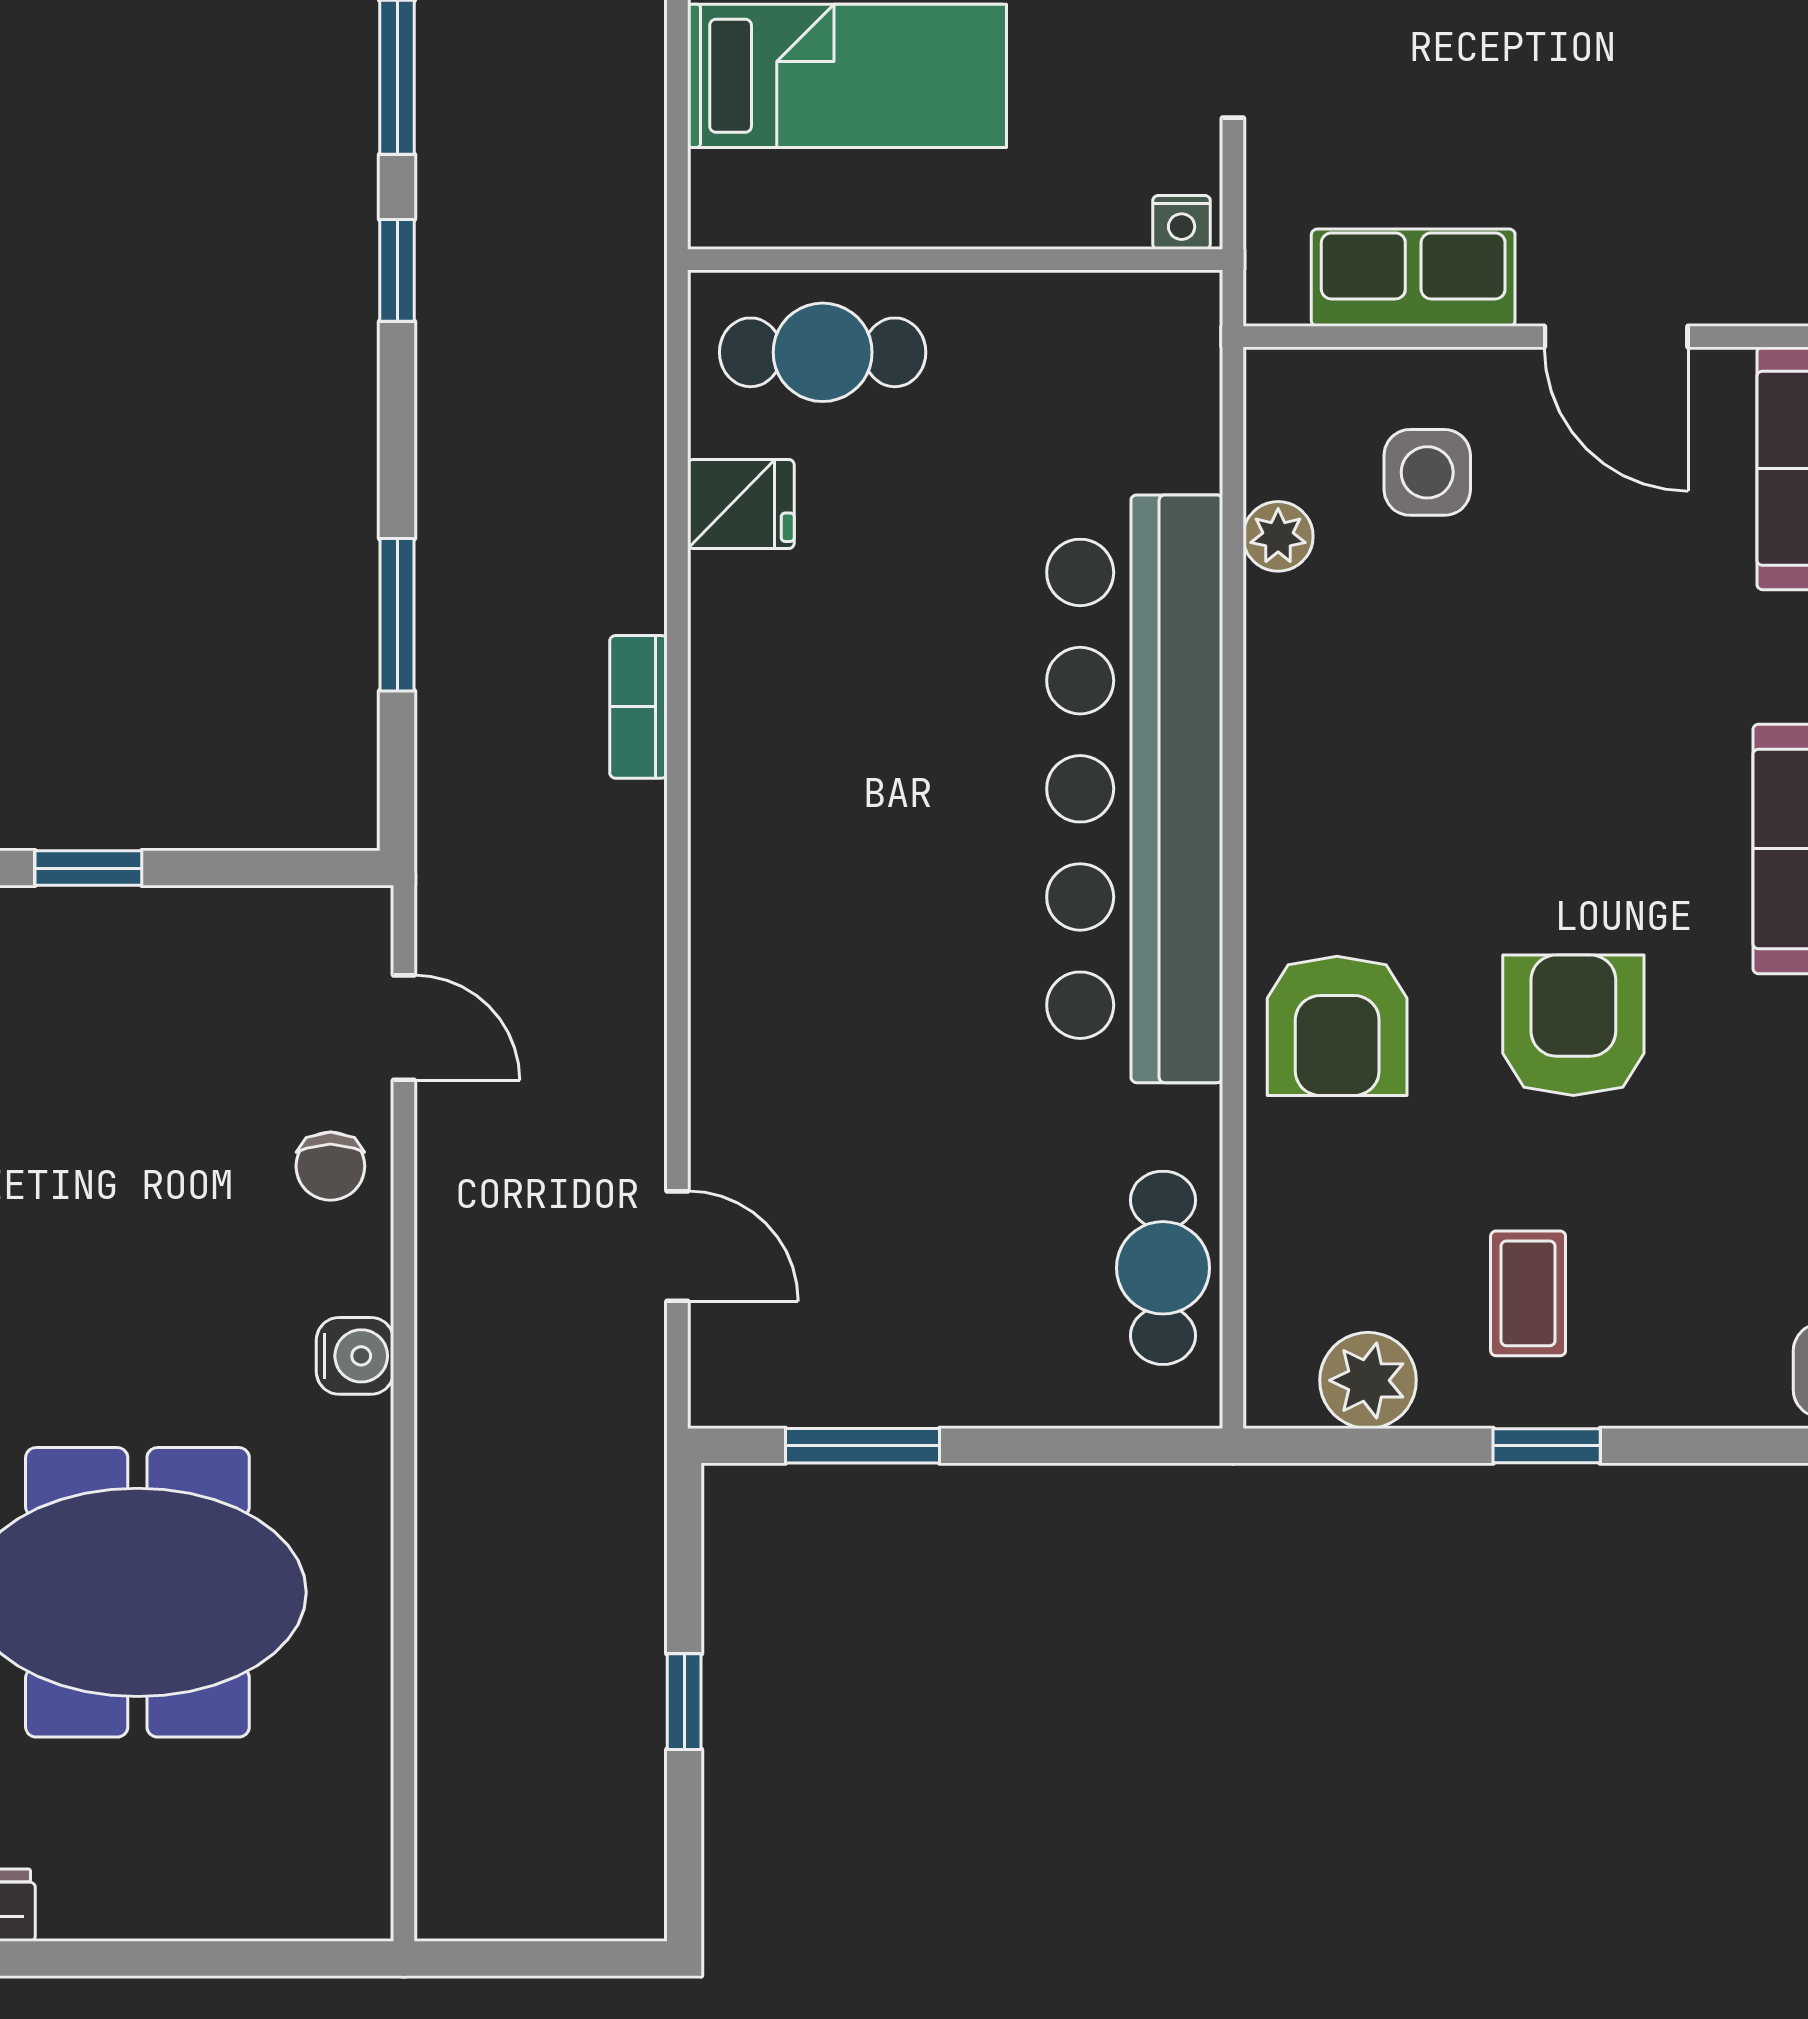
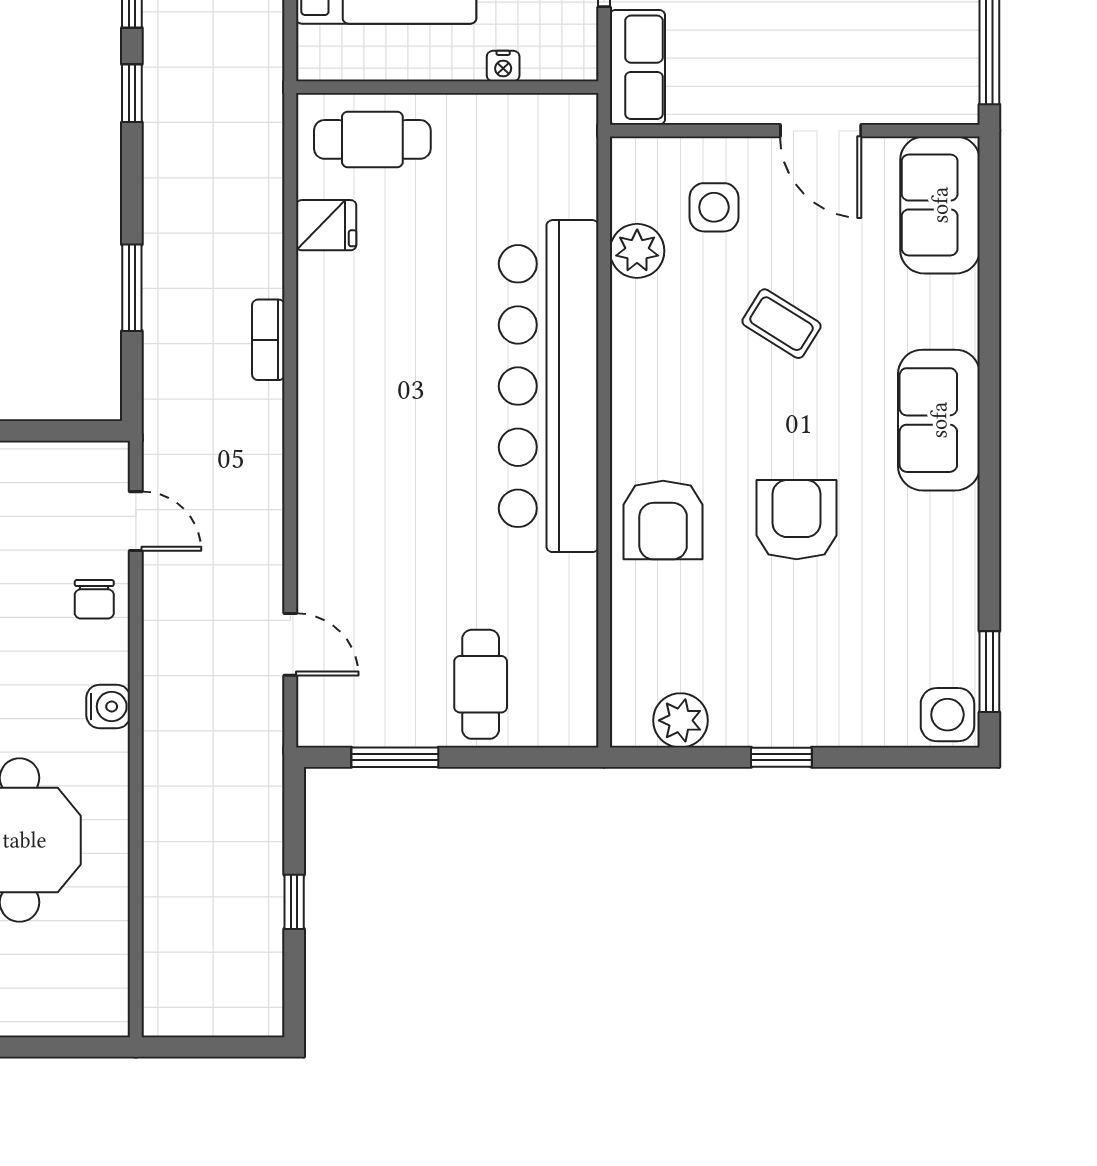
nightstand: (1182, 222) -> (503, 66), moved
row of seats: (1413, 278) -> (637, 67), moved, turned 90
plant: (1278, 536) -> (637, 251), width x1.38, depth x1.38
cafe table: (1163, 1268) -> (481, 684), moved
coffee table: (1528, 1293) -> (781, 324), moved, turned -58

